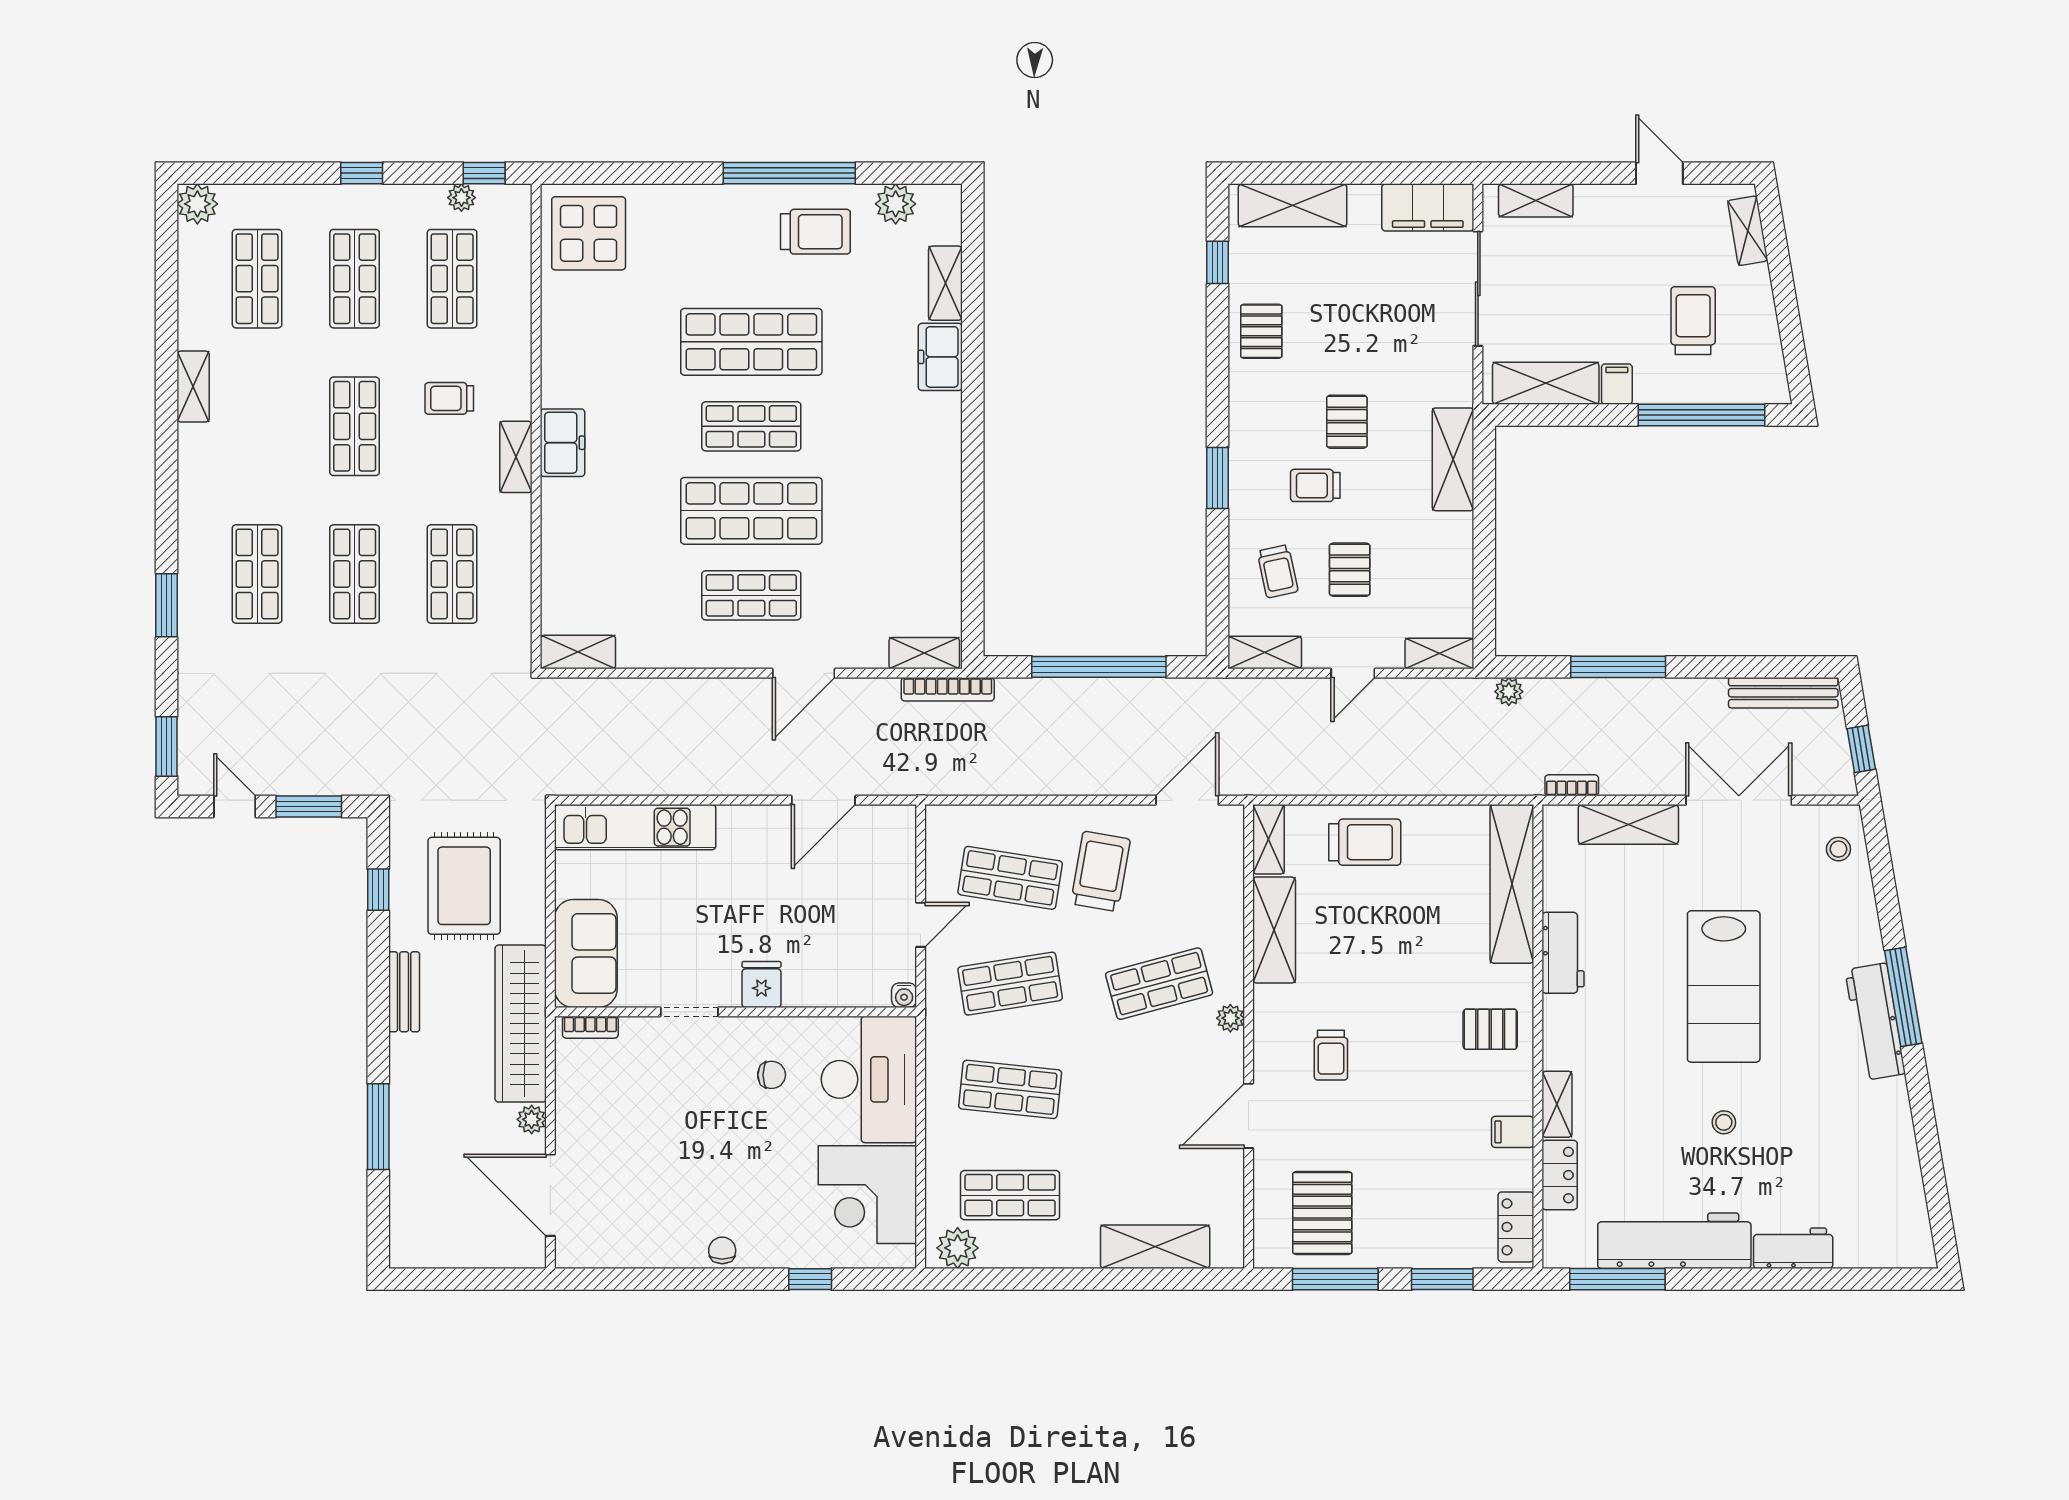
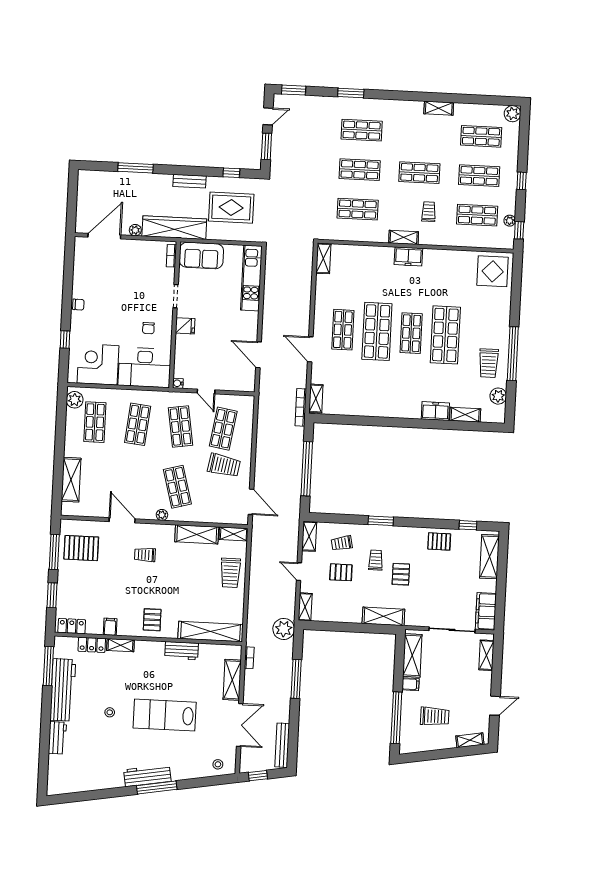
pallet: (1347, 422) -> (401, 574), turned 90
plant: (1509, 692) -> (284, 629), width x1.87, depth x1.87

